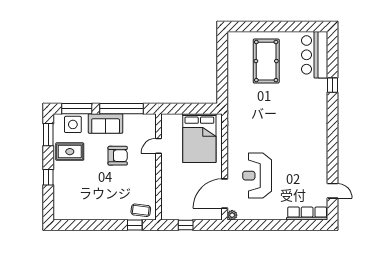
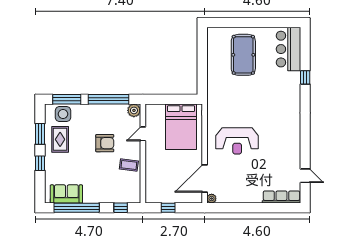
plant: (149, 121) -> (134, 110), added
sofa: (106, 123) -> (66, 194), moved, turned 180
window: (48, 135) -> (40, 134), moved
rug: (70, 152) -> (60, 139), turned 90
reception desk: (257, 176) -> (237, 141), moved, turned -90
coffee table: (141, 210) -> (129, 165), moved
window: (88, 225) -> (77, 208), added

